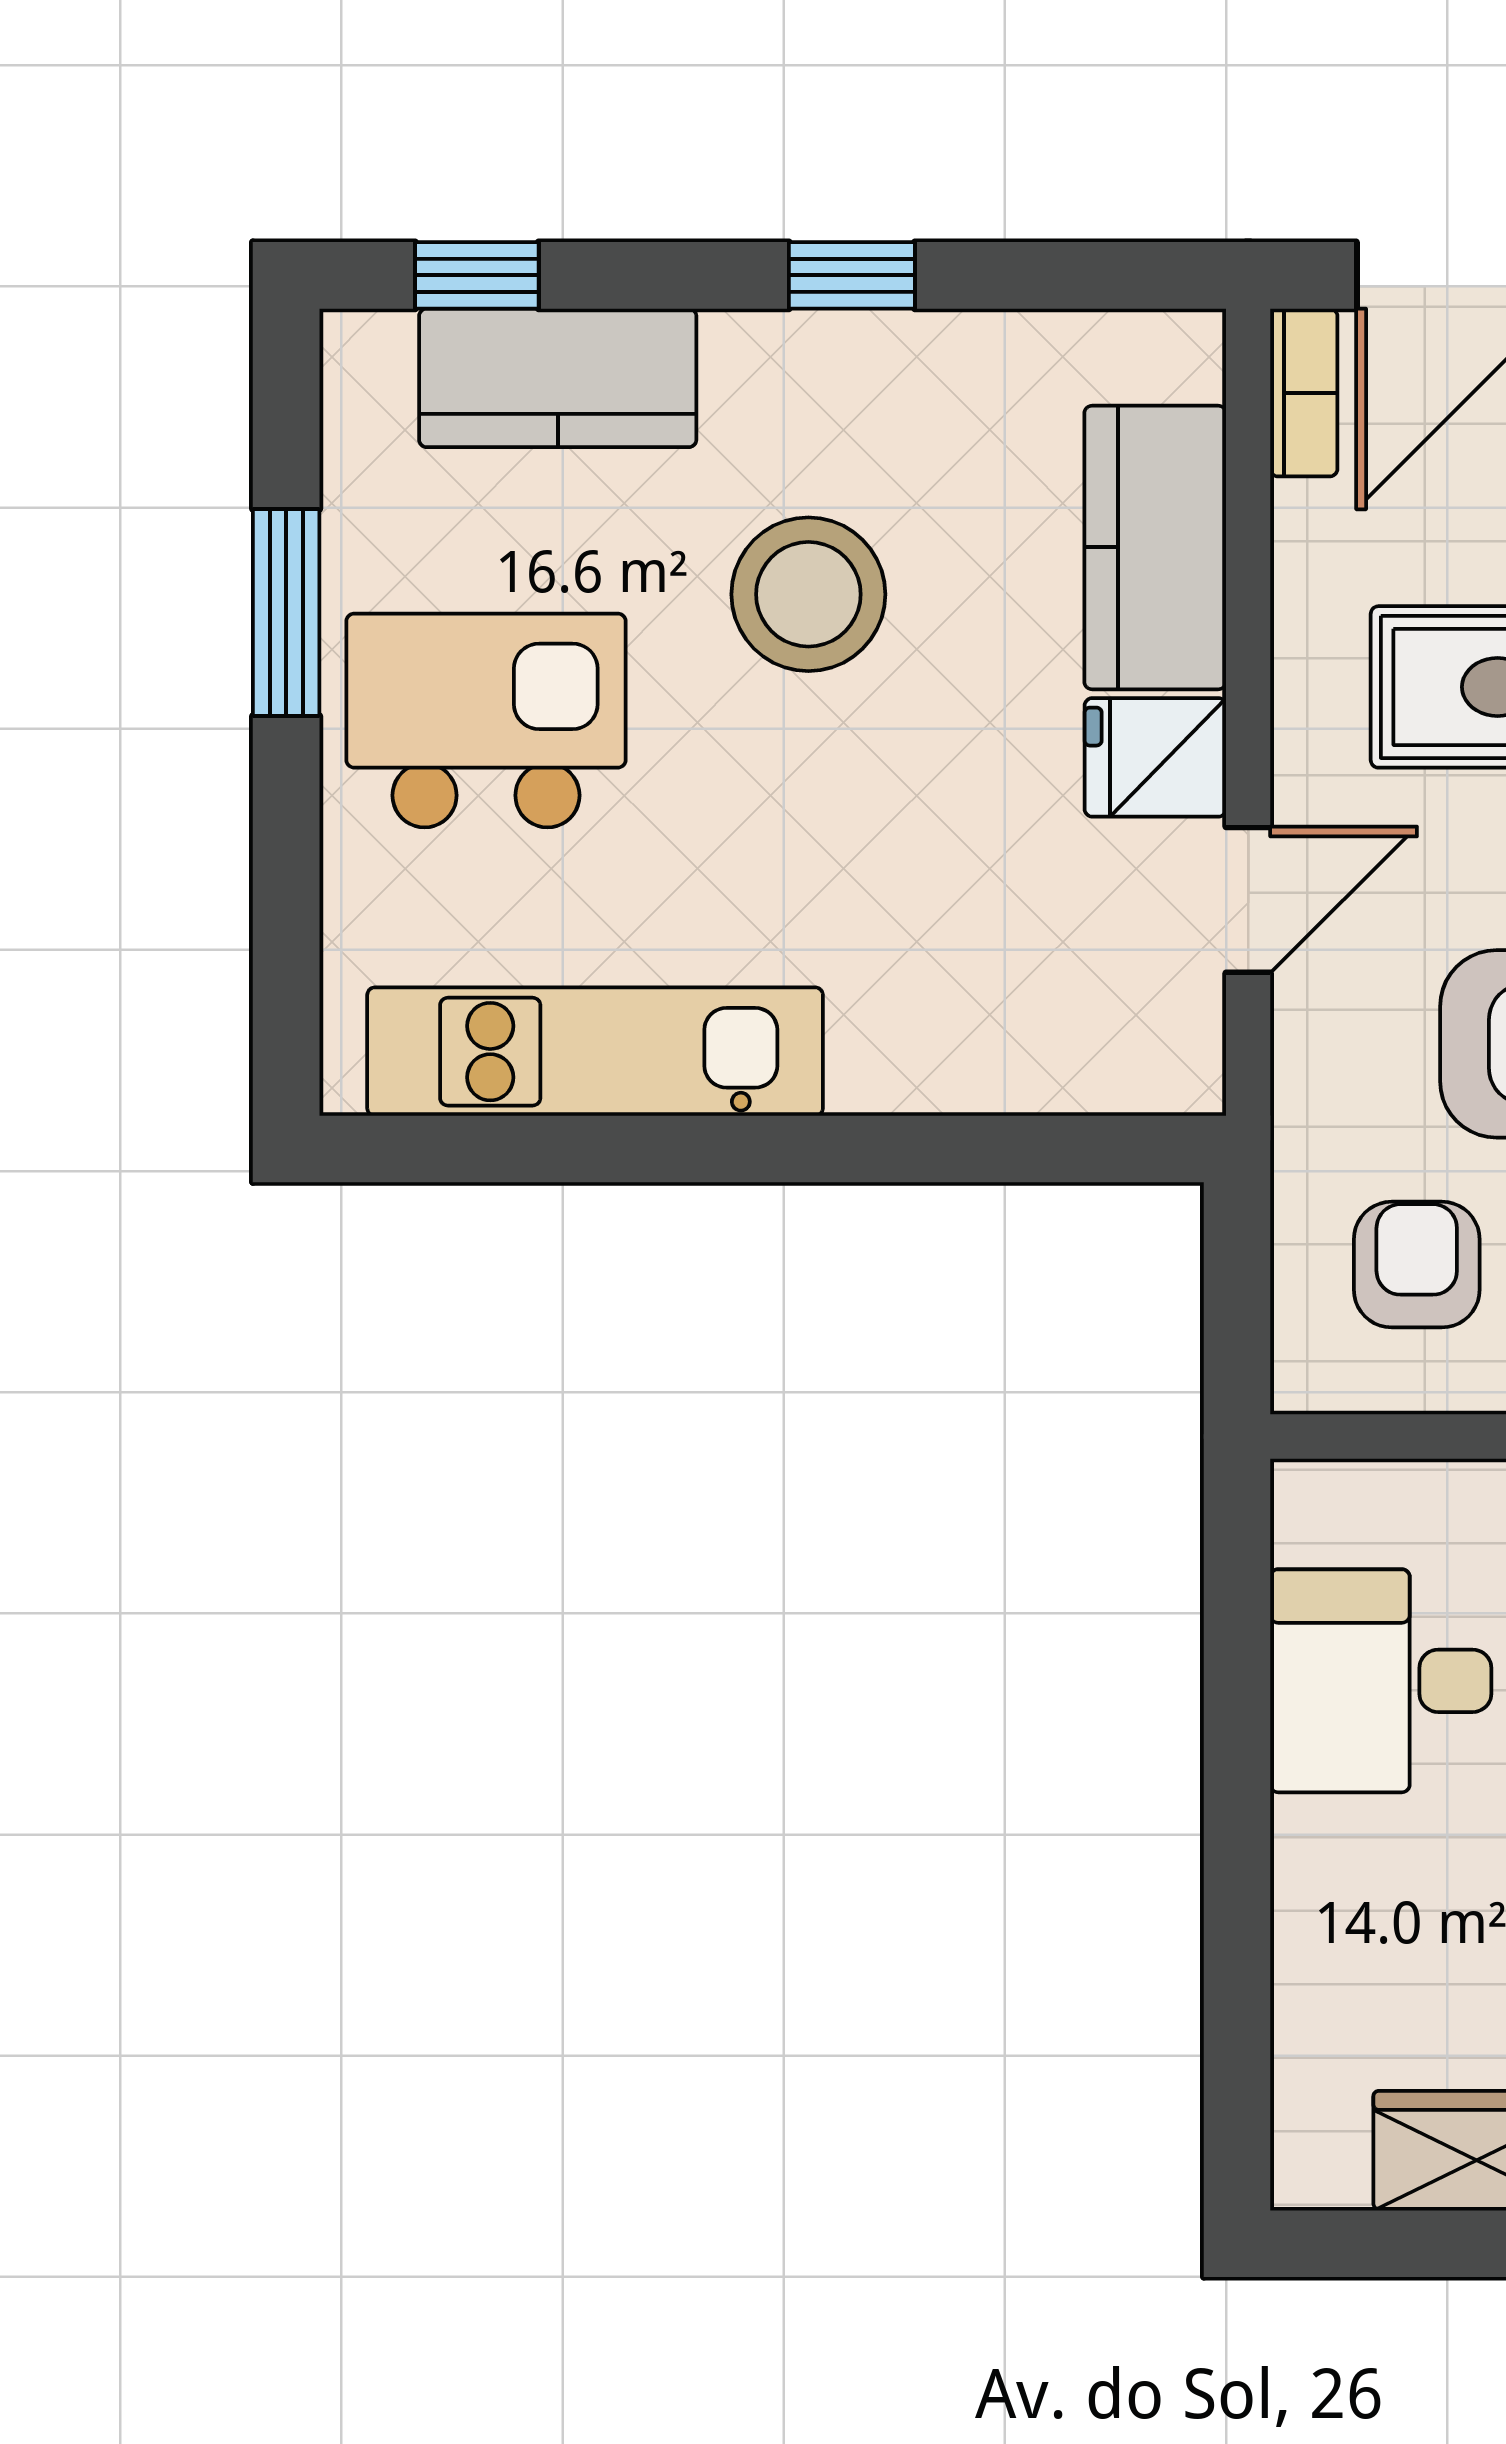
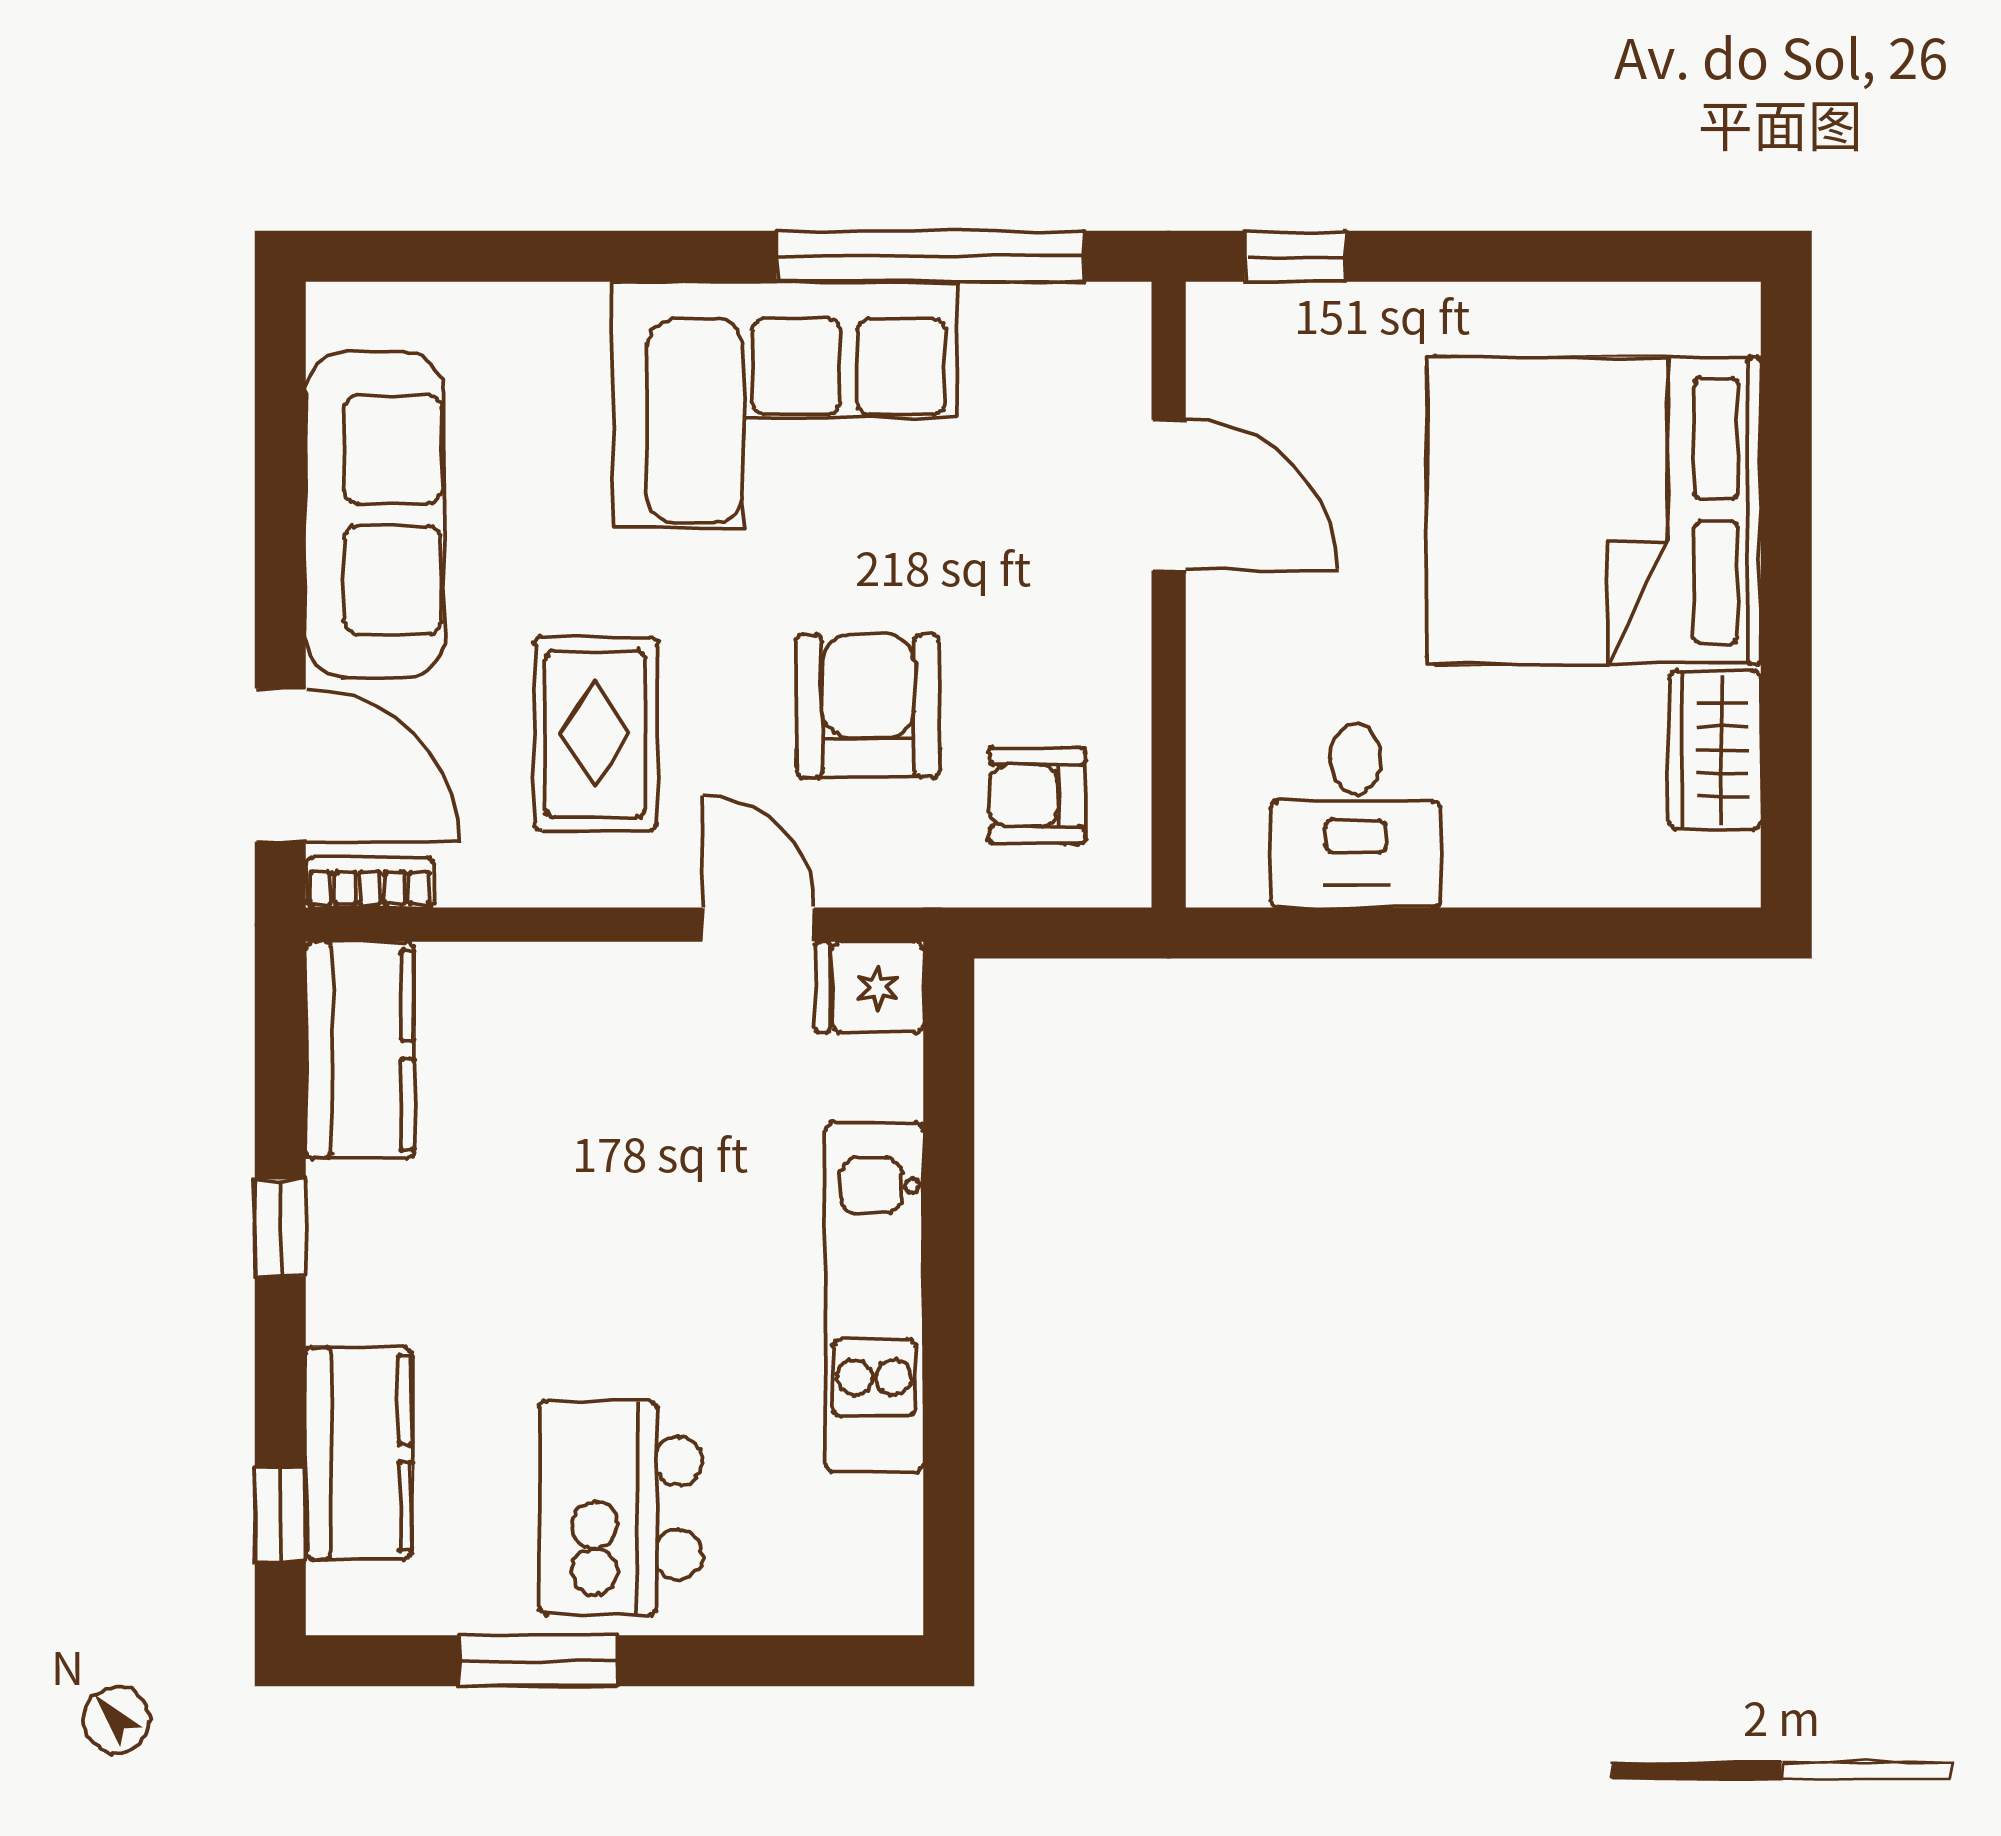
kitchen counter: (1155, 547) -> (360, 1050), moved, turned -90
stool: (808, 594) -> (524, 1261), removed
fridge: (1155, 757) -> (869, 987), moved, turned 90
kitchen unit: (595, 1052) -> (874, 1297), moved

